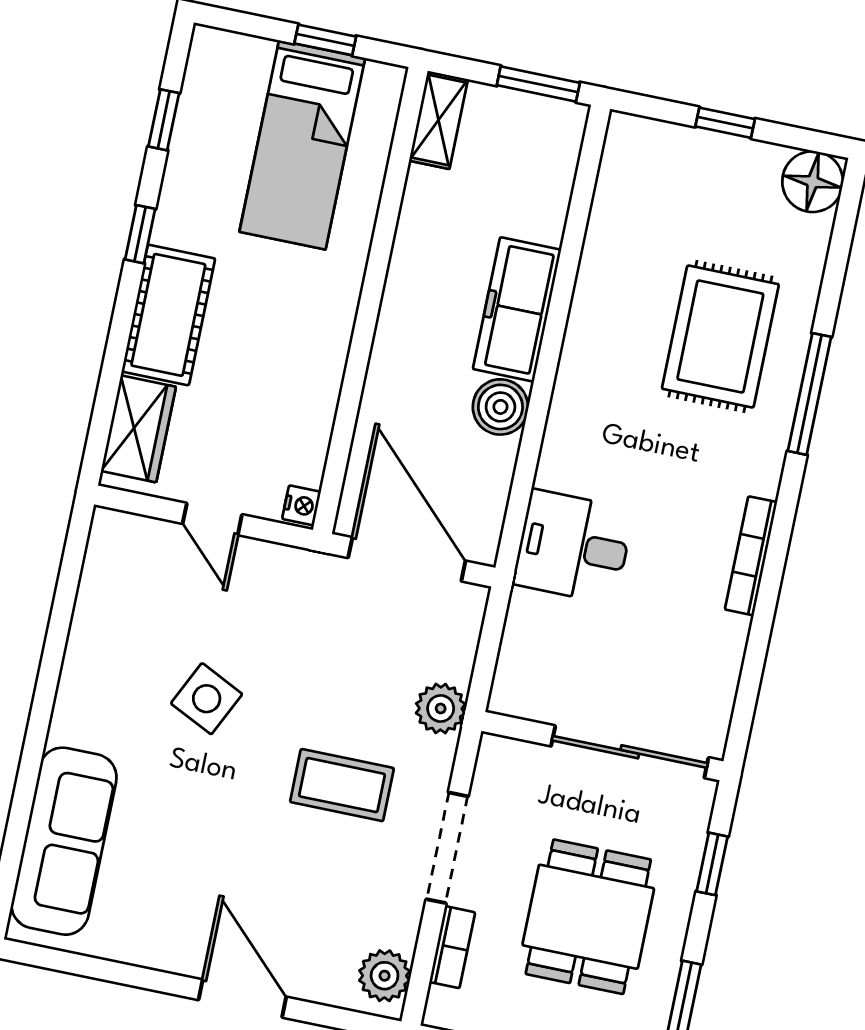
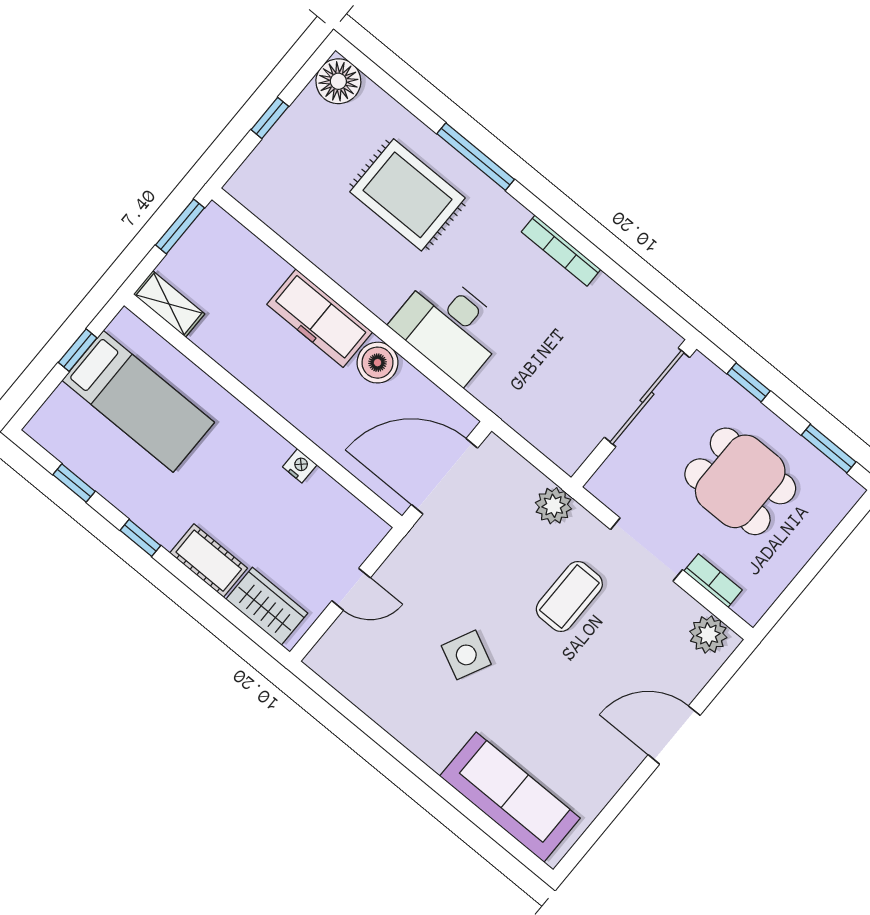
cot: (168, 315) -> (209, 561), width x0.73, depth x0.75
nightstand: (301, 505) -> (300, 466), moved
desk: (573, 547) -> (450, 327), moved, width x1.37

